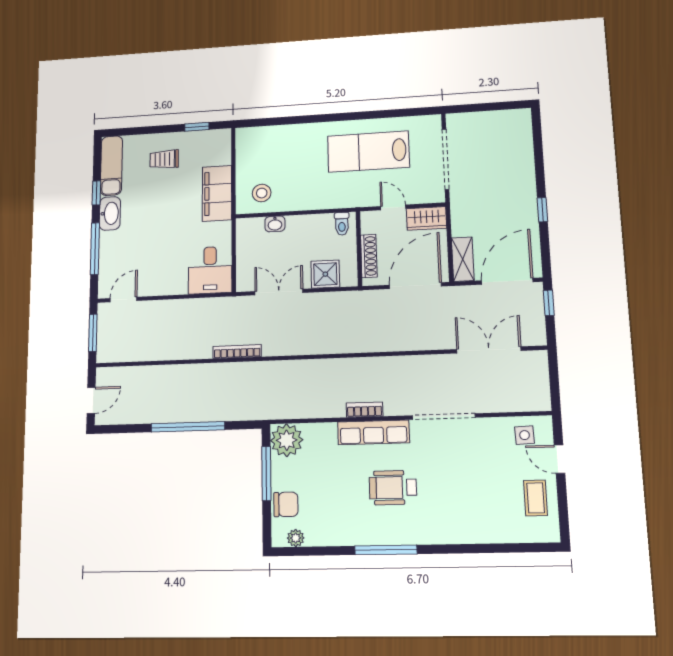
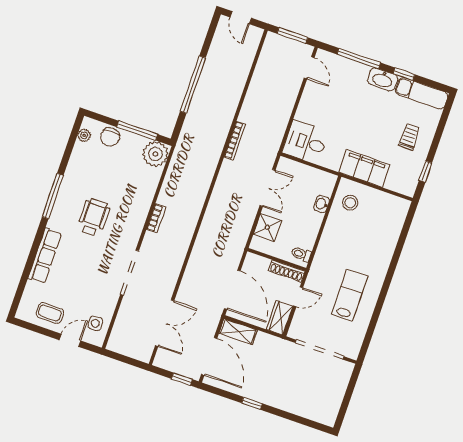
lab bench: (368, 152) -> (350, 295), width x0.73, depth x0.72
shoe rack: (369, 256) -> (287, 271), moved
row of seats: (373, 432) -> (45, 256), moved, turned 180

